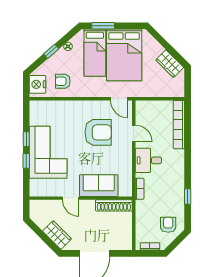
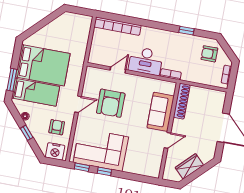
wardrobe: (170, 64) -> (59, 24), removed
armchair: (63, 81) -> (57, 127), turned 180
door: (119, 99) -> (78, 104), moved
armchair: (98, 132) -> (111, 103), turned 180
corner sofa: (48, 152) -> (101, 150), moved
desk: (148, 160) -> (146, 61), width x1.37
window: (26, 161) -> (82, 167), moved
wardrobe: (57, 235) -> (189, 166), moved

